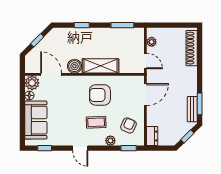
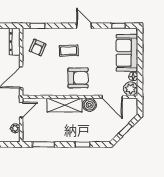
door: (145, 61) -> (21, 110), swing flipped
armchair: (100, 95) -> (78, 78), moved
dresser: (152, 136) -> (15, 42), width x1.44
plant: (110, 141) -> (55, 33), removed

